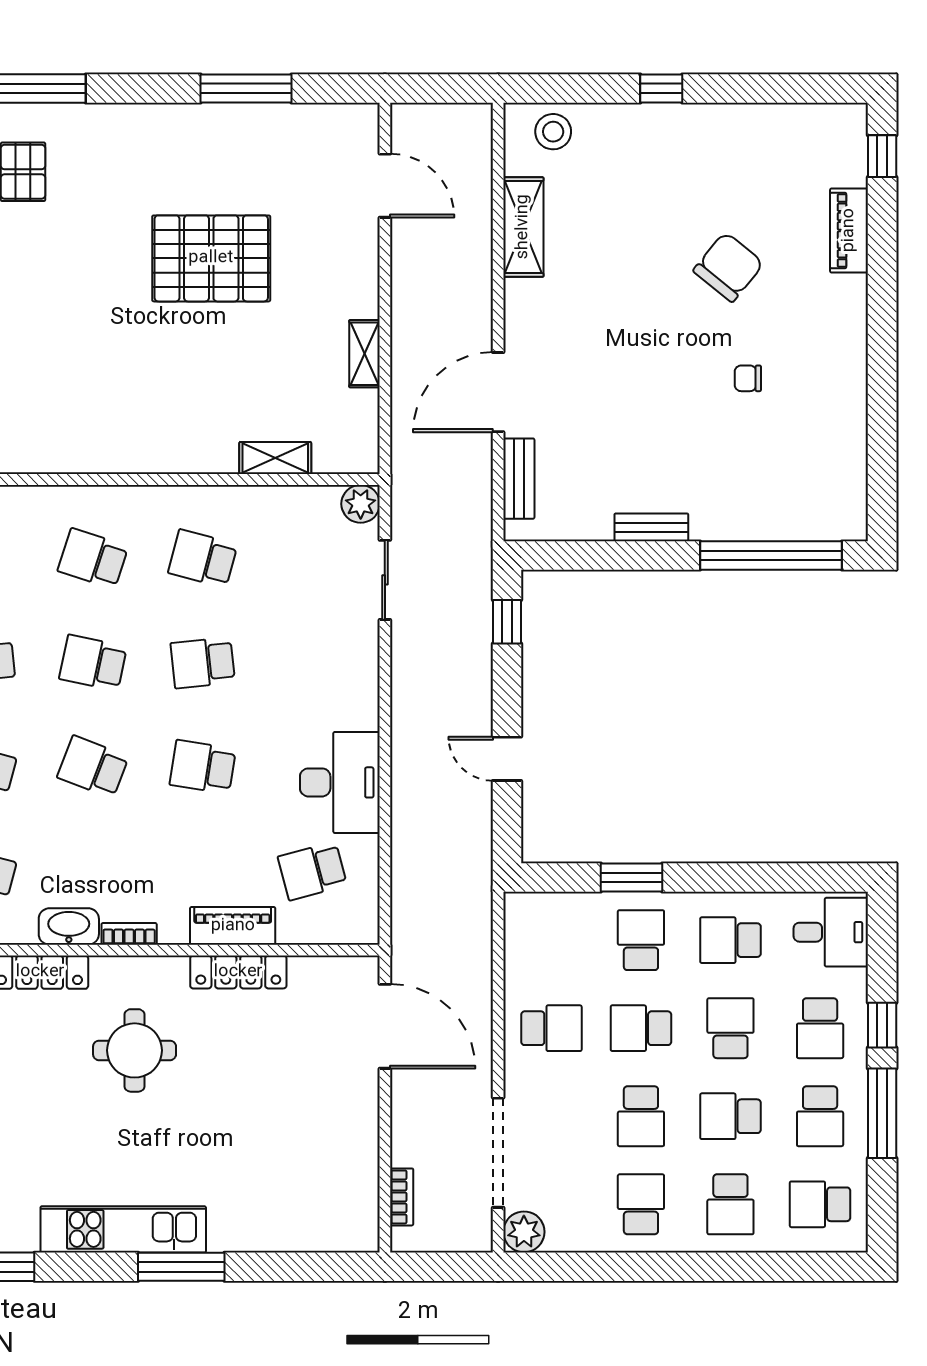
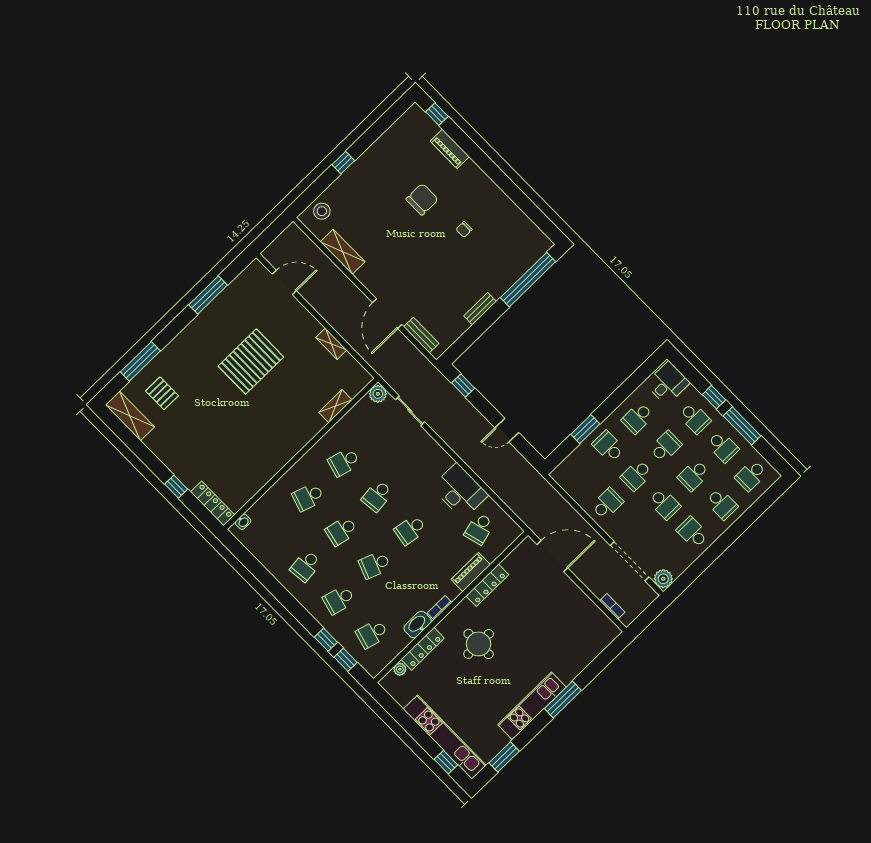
chair: (728, 267) -> (422, 199), turned 51
school desk: (730, 1028) -> (666, 447), turned 90

